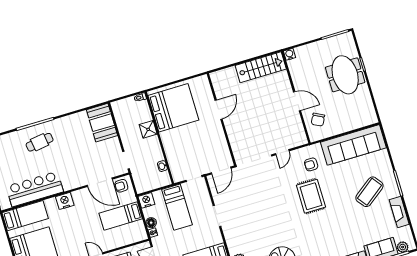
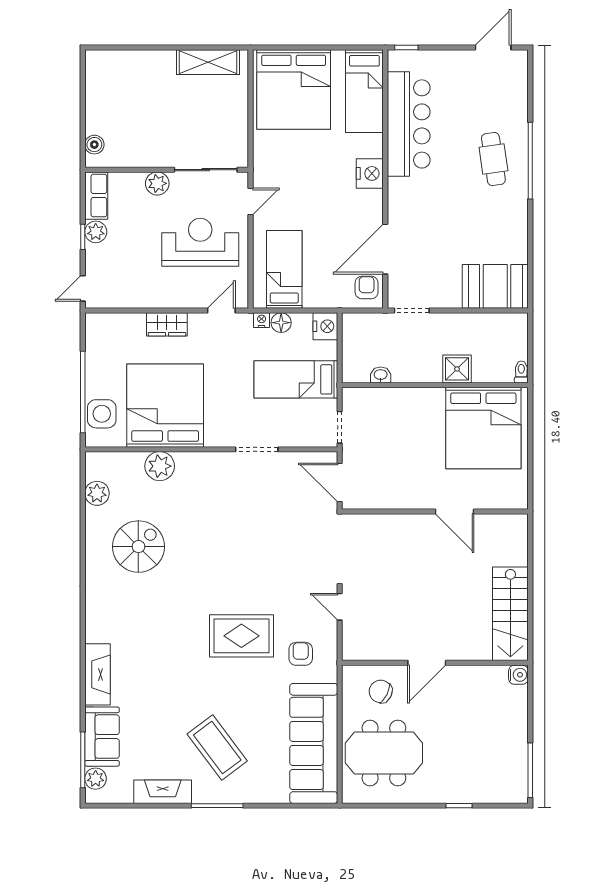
meeting table: (345, 75) -> (384, 753), moved
bed: (121, 216) -> (284, 269), moved

